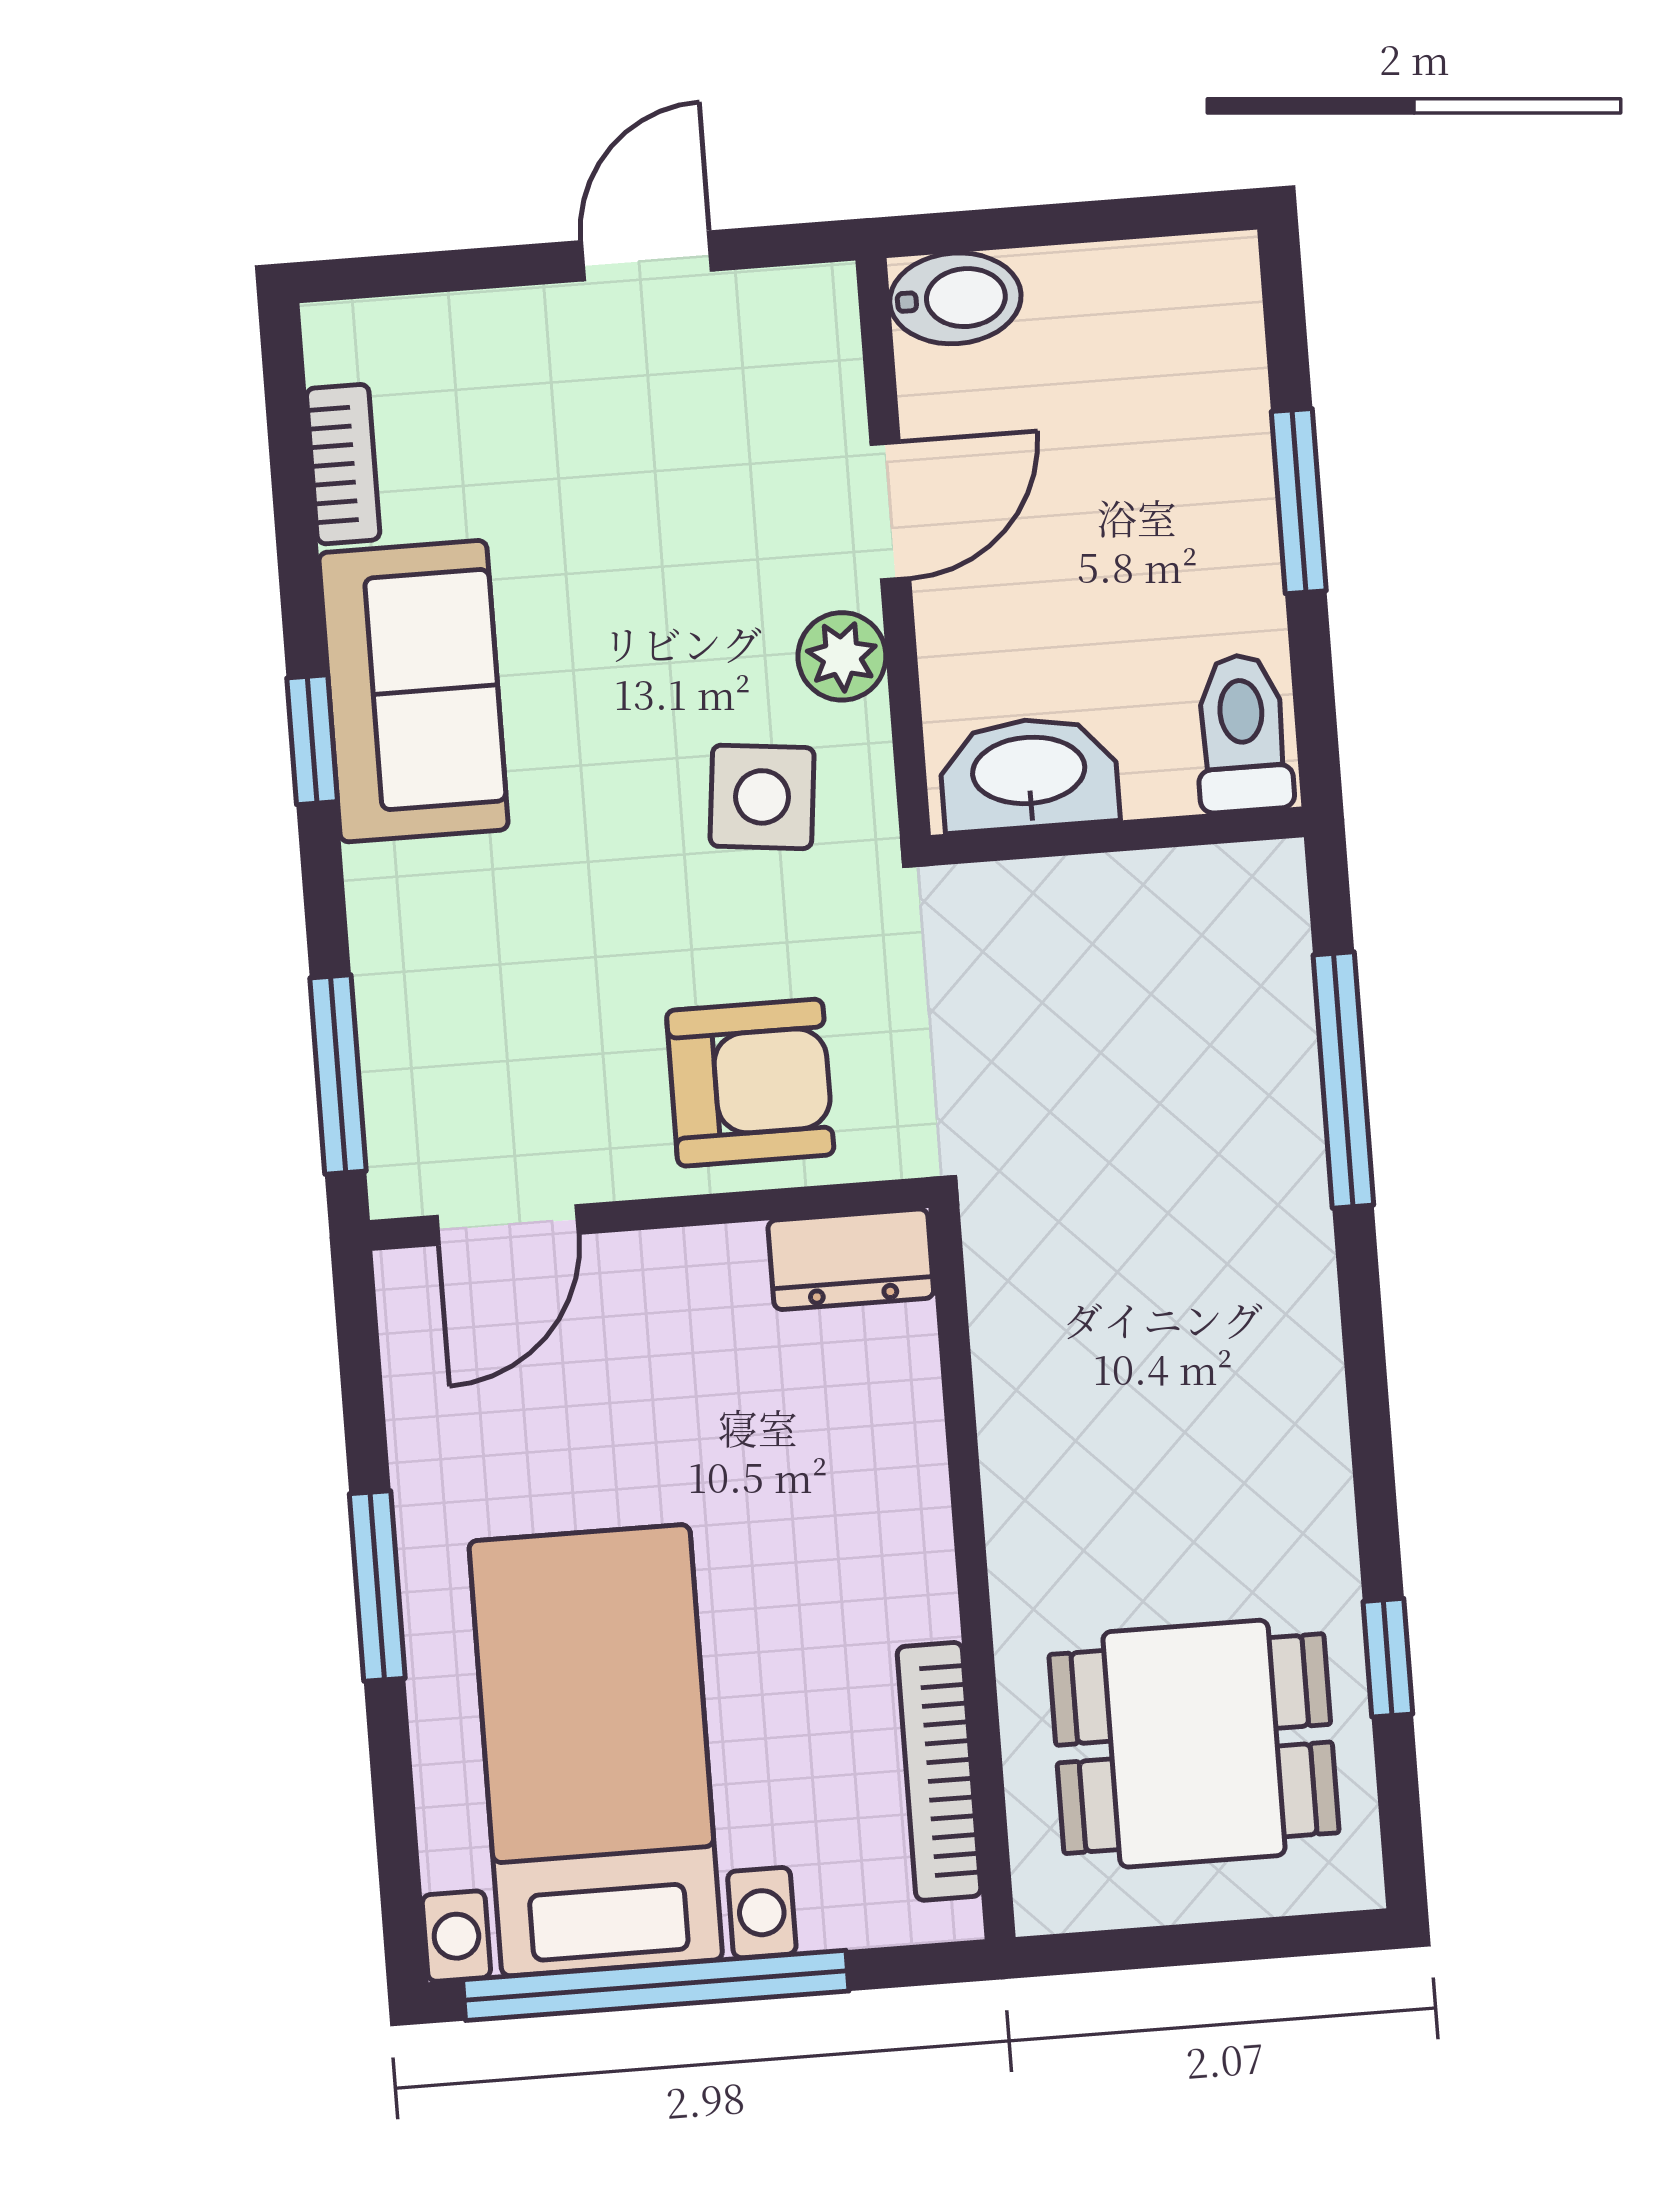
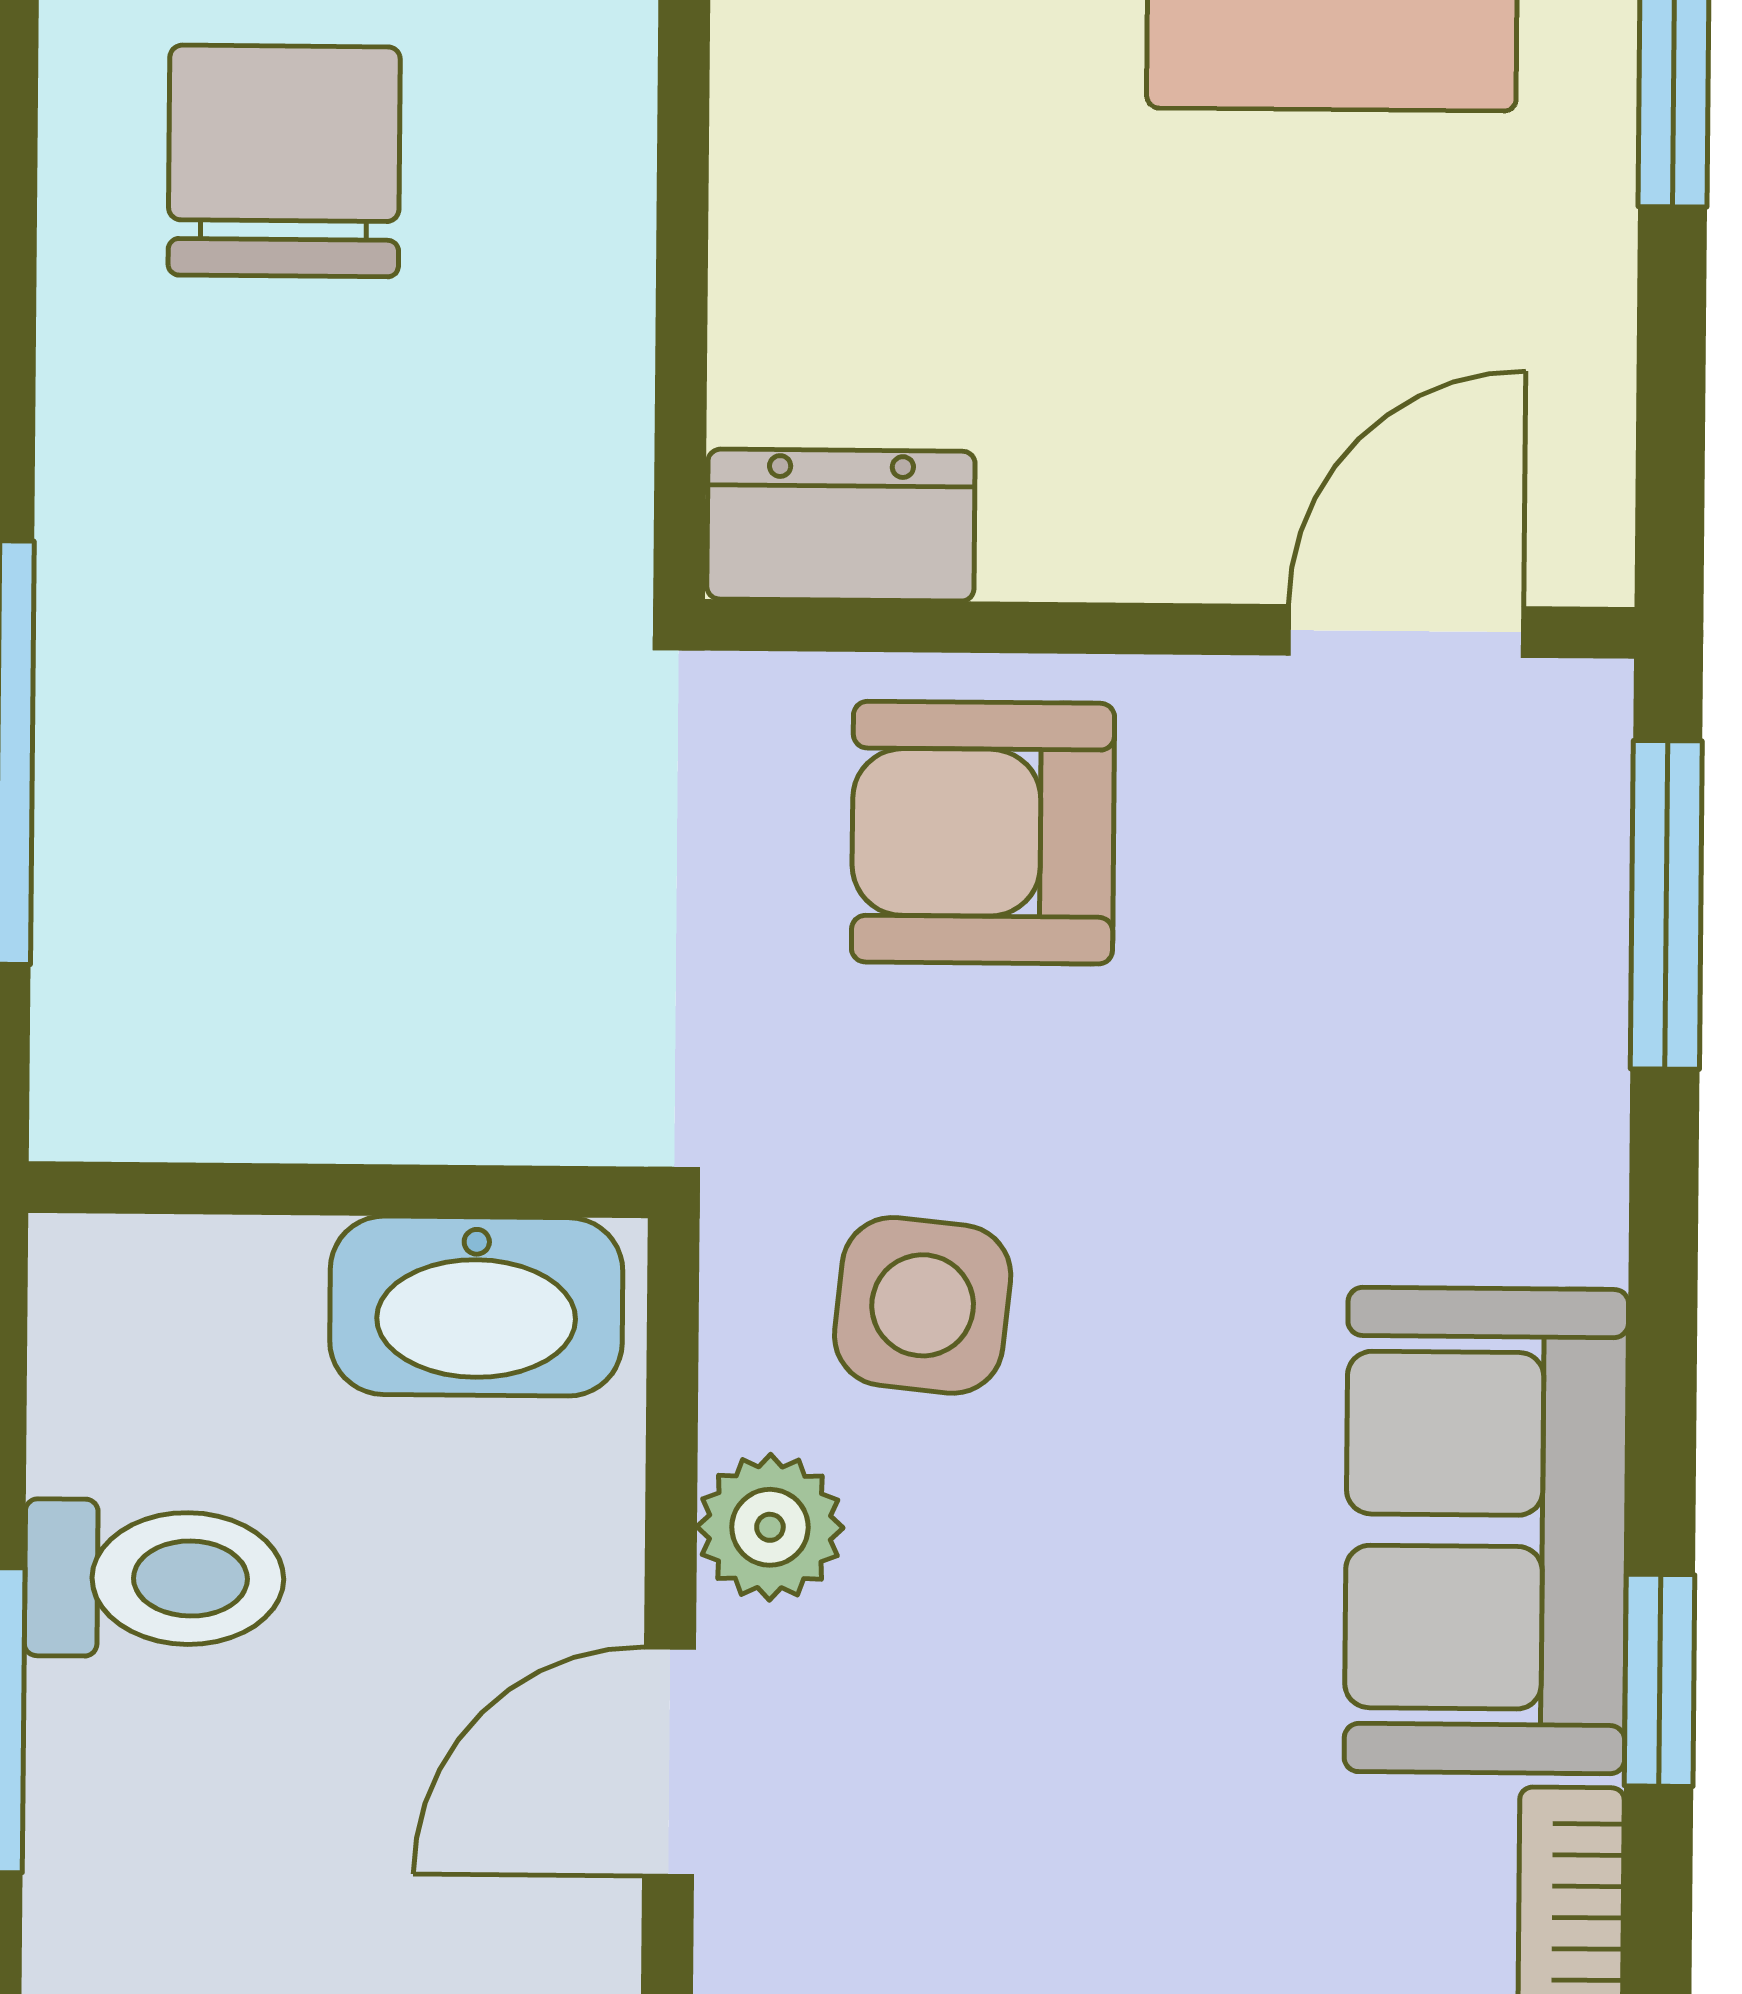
toilet: (1243, 733) -> (154, 1578), moved, turned -90
window: (312, 740) -> (1660, 1680), moved
chair: (1202, 1448) -> (284, 161), added

